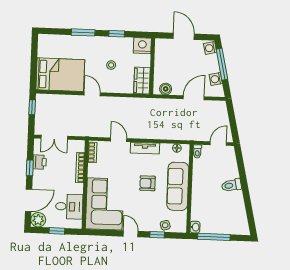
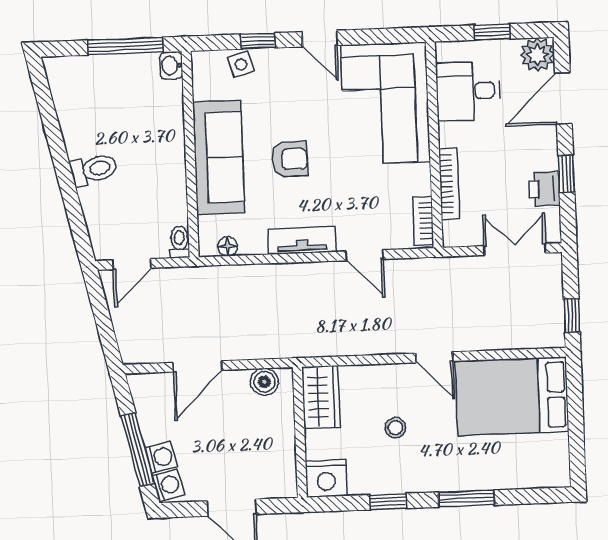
washing machine: (216, 79) -> (161, 457), moved

